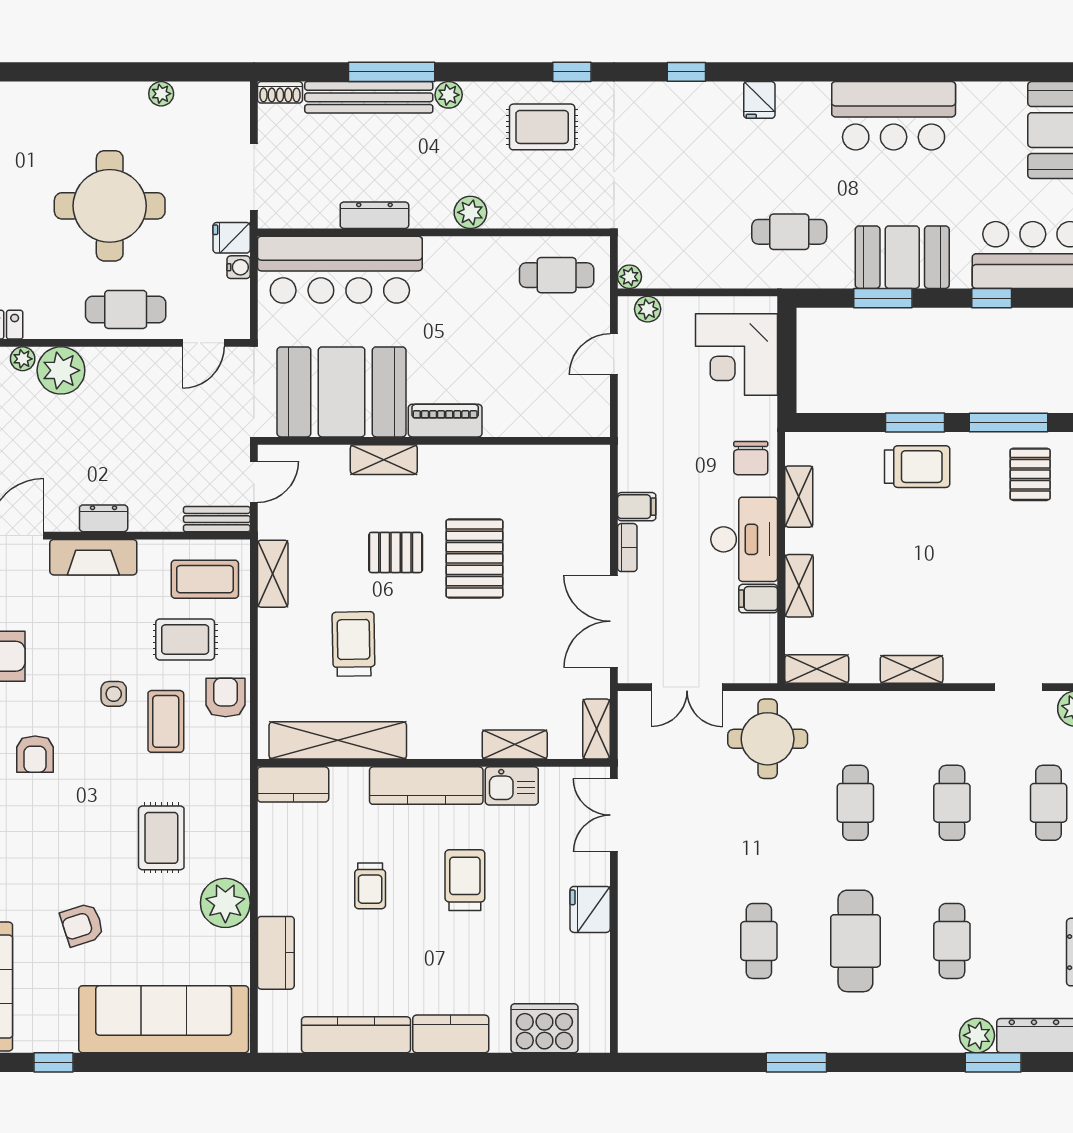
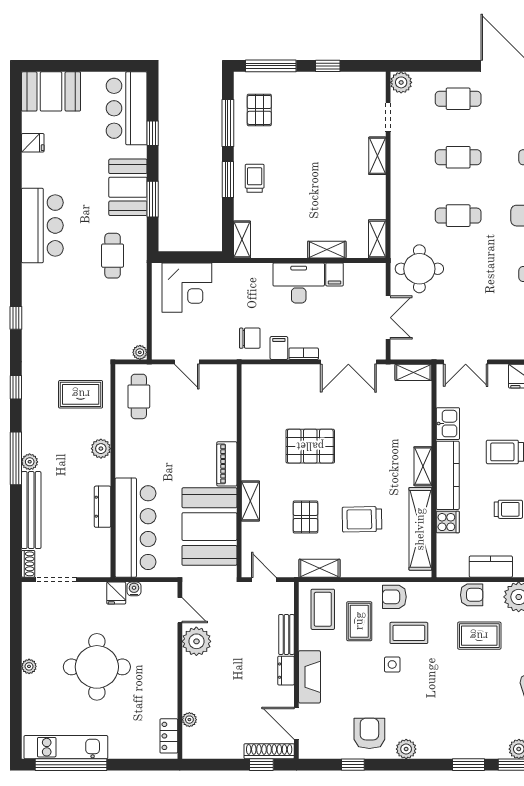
window: (392, 72) -> (16, 458), moved
plant: (161, 94) -> (29, 666), moved
fridge: (759, 100) -> (33, 143), moved
bar counter: (894, 116) -> (42, 225), moved
rug: (542, 127) -> (81, 394), moved, turned 90
doorway: (254, 177) -> (56, 580), moved
cafe table: (126, 309) -> (160, 657), removed
plant: (648, 309) -> (159, 341), removed
plant: (61, 370) -> (196, 641), moved
chair: (751, 458) -> (250, 338), moved
trolley: (917, 467) -> (255, 178), width x0.73, depth x0.72
pallet: (1030, 474) -> (259, 110), turned 90
shelving: (799, 497) -> (242, 240), moved, turned 90
bench: (217, 519) -> (286, 634), moved
pallet: (396, 552) -> (305, 517), moved
shelving: (912, 669) -> (377, 156), moved
shelving: (515, 745) -> (423, 466), moved
armchair: (35, 754) -> (472, 595), moved
kitchen counter: (293, 784) -> (491, 567), moved, turned -90
cooker: (349, 786) -> (448, 522), added

